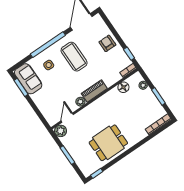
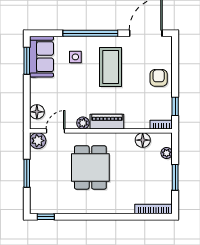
floor lamp: (48, 114) -> (37, 112), added
dining table: (108, 143) -> (90, 167), moved, turned 90

